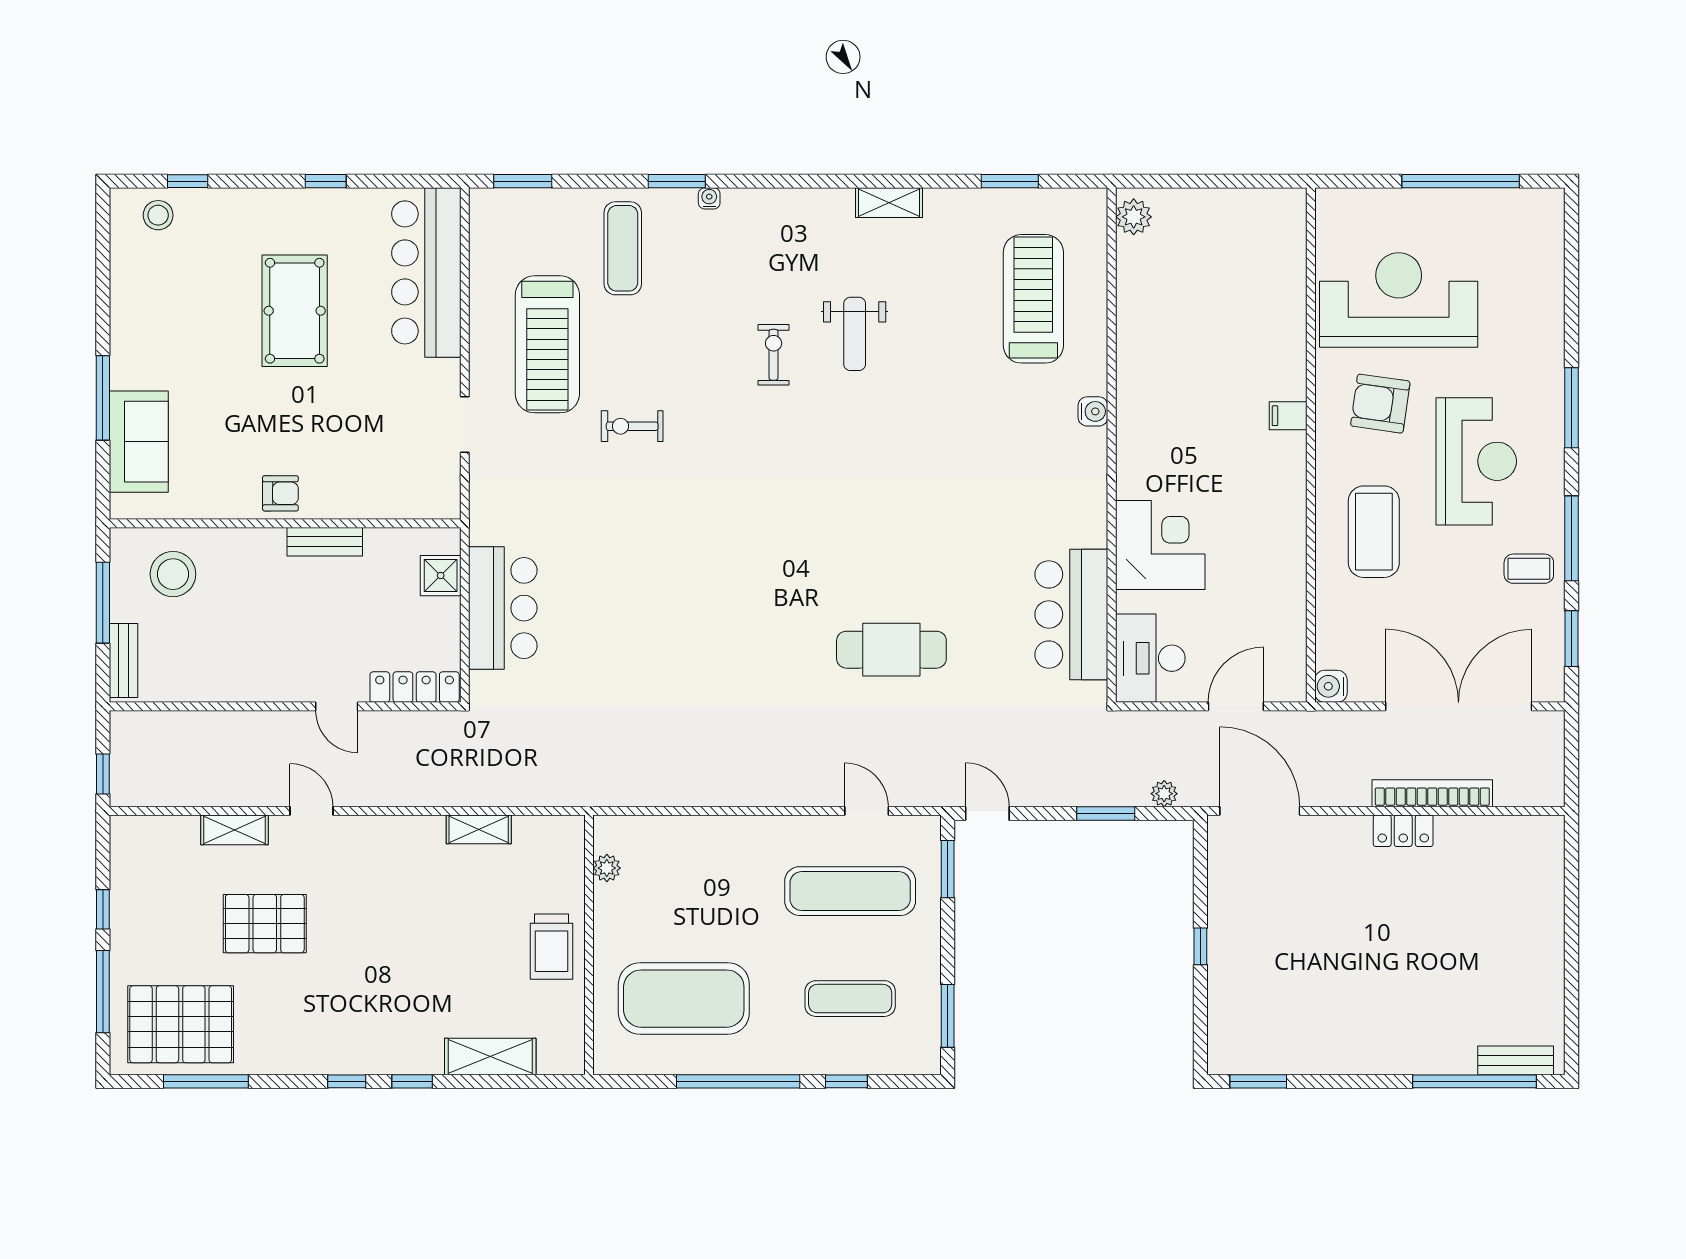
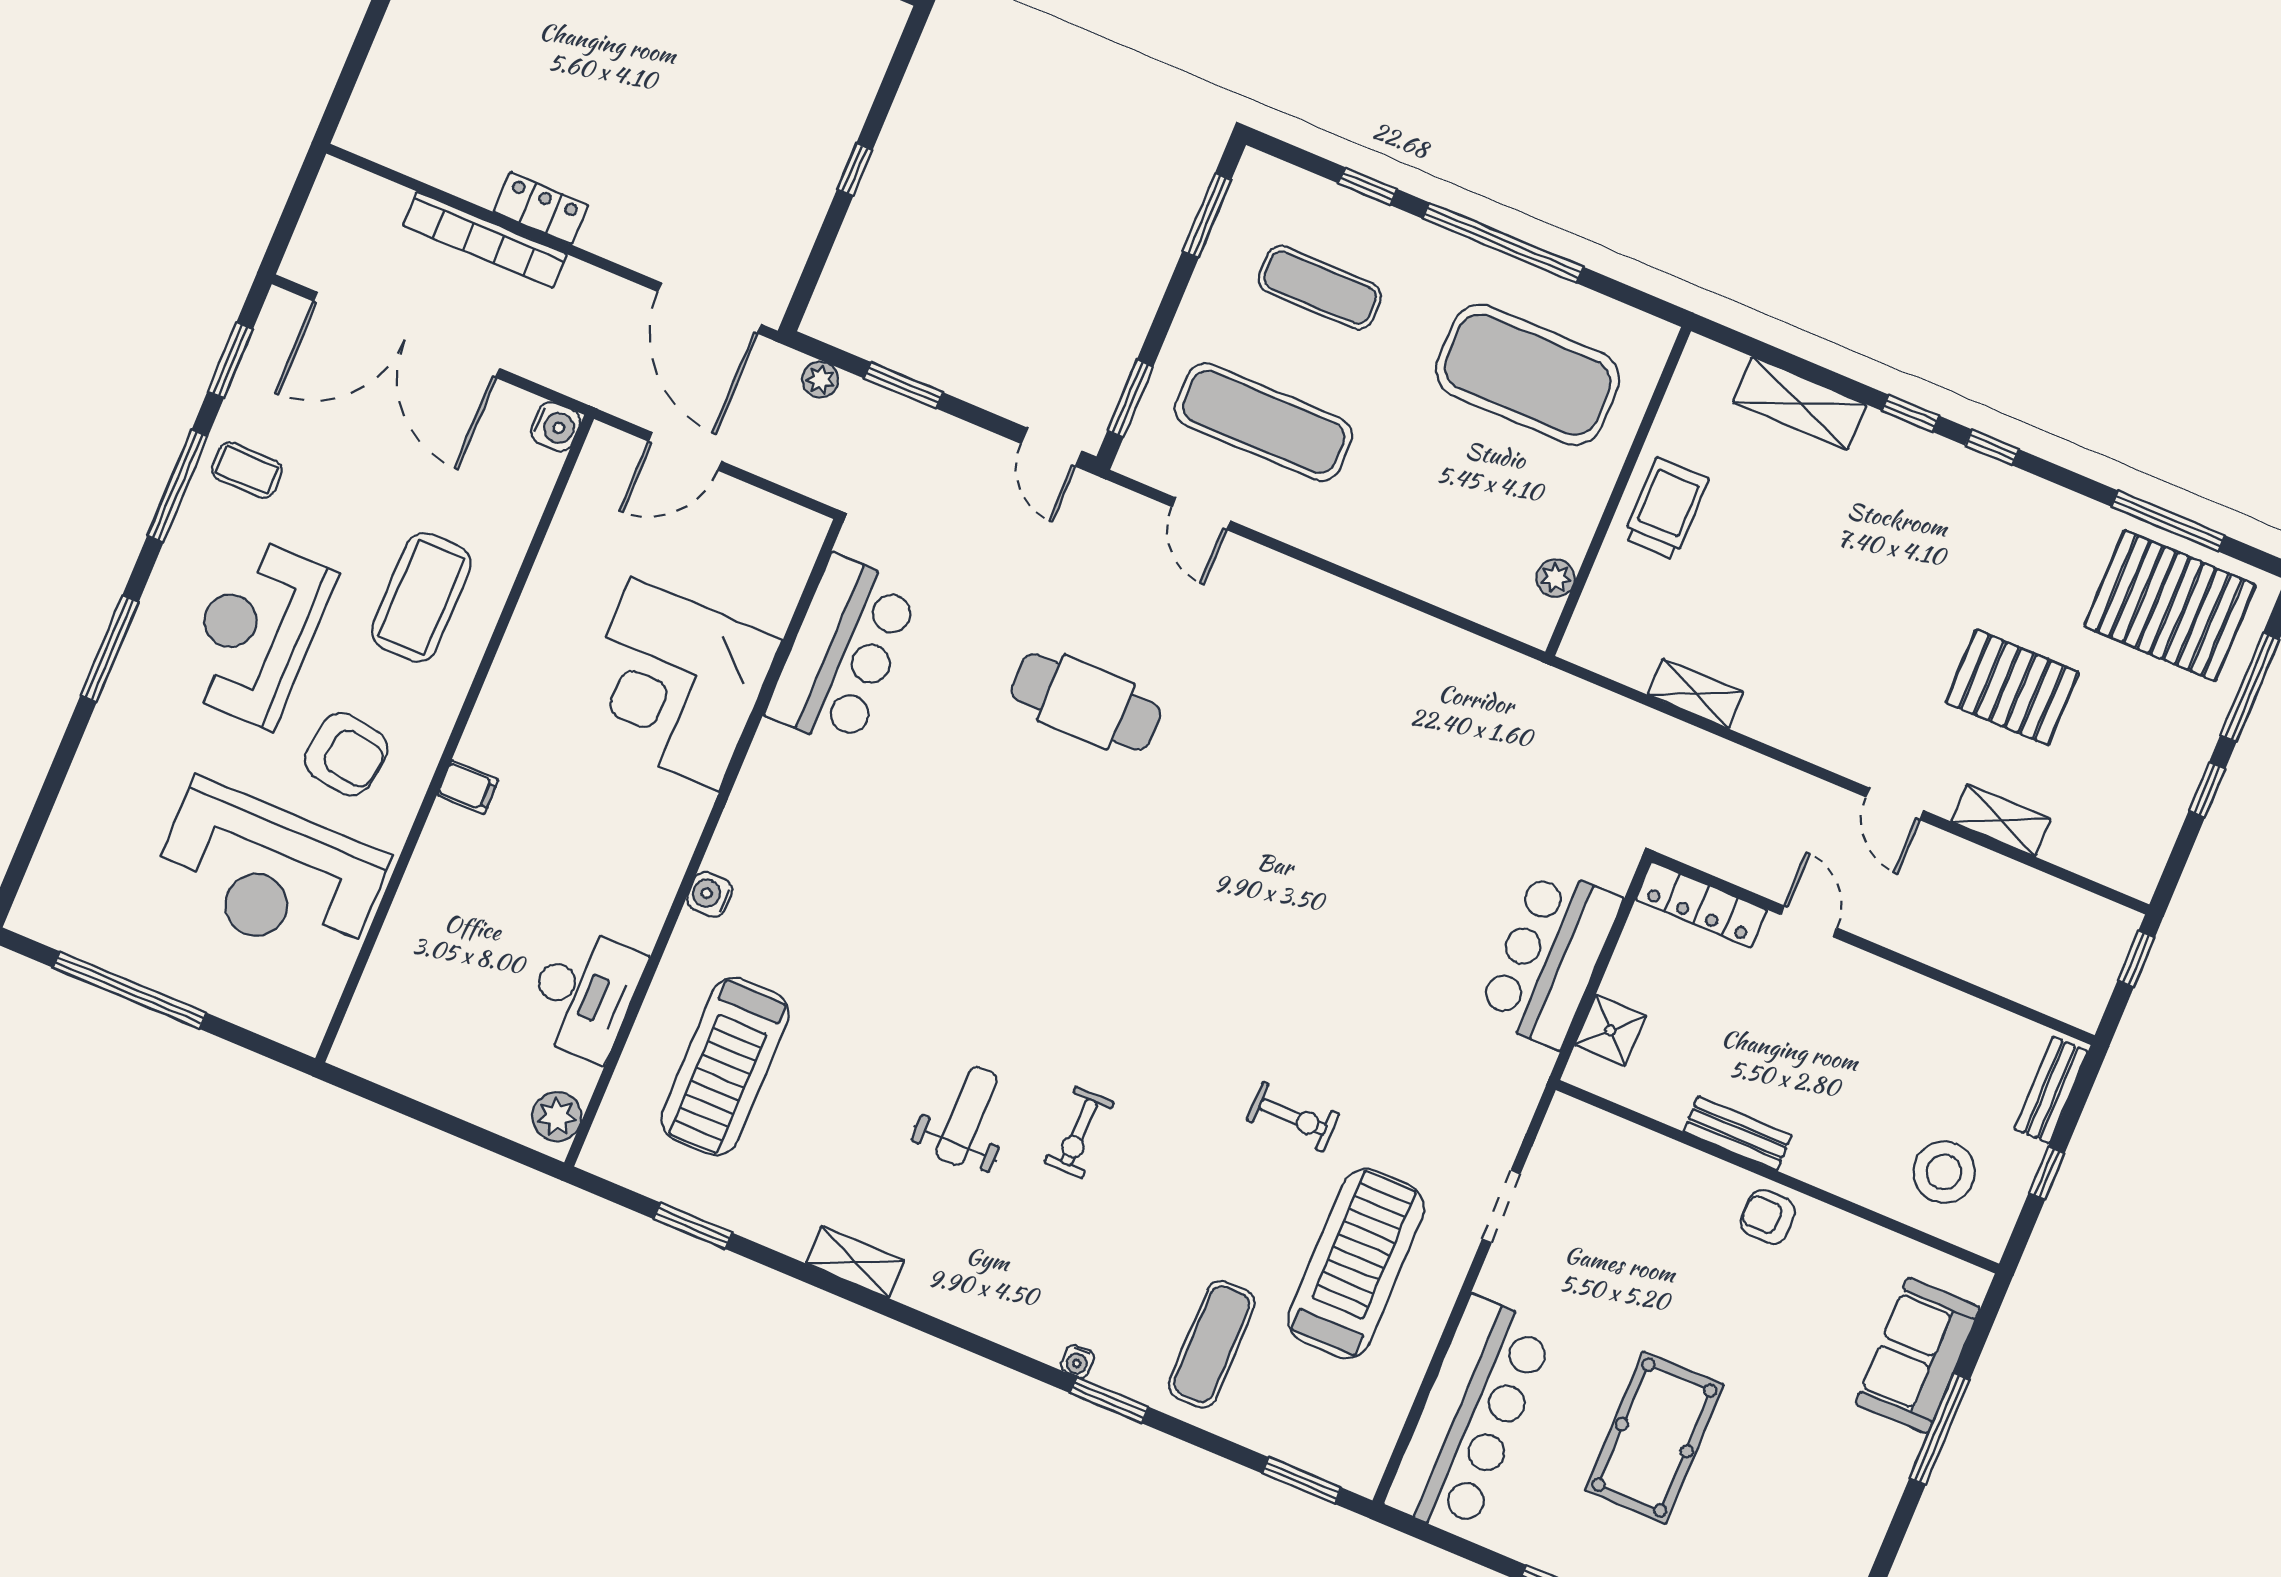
corner desk: (1160, 545) -> (675, 684), width x1.36, depth x1.36
window: (103, 603) -> (2047, 1173), width x0.46
desk: (1150, 658) -> (584, 994), moved

